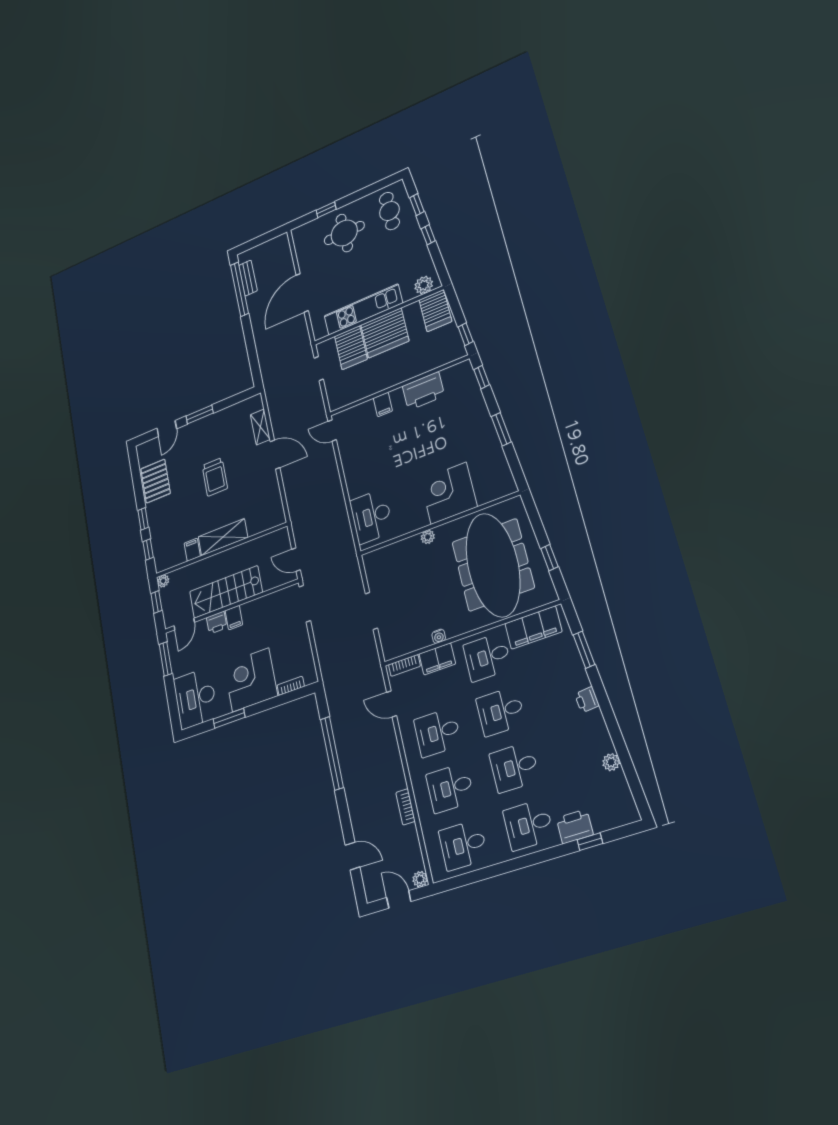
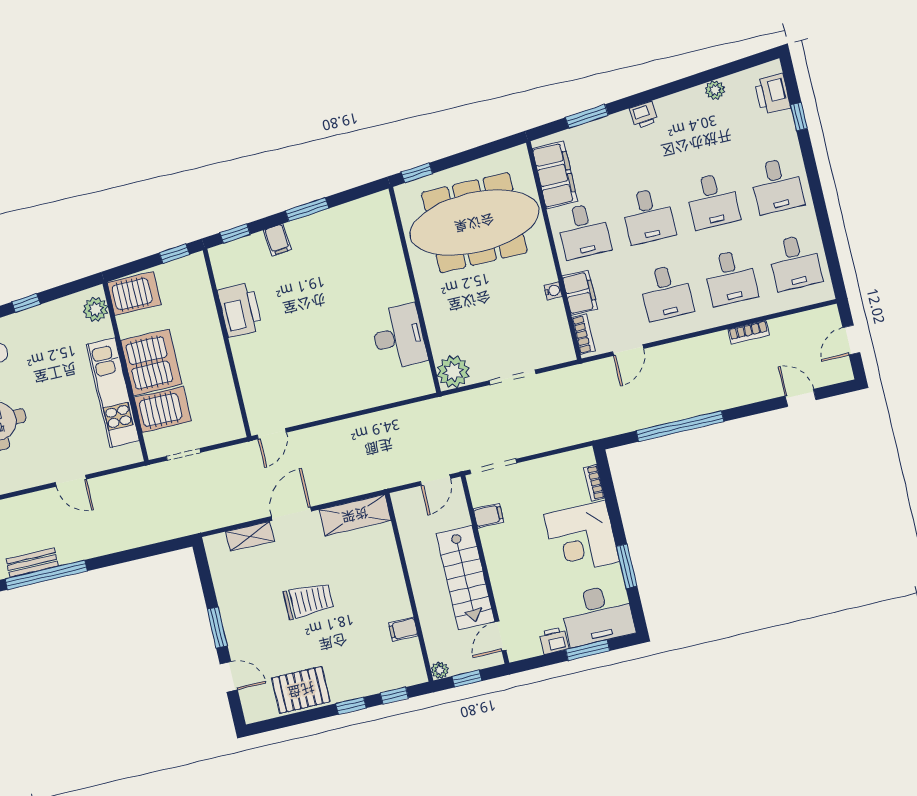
door: (302, 293) -> (71, 481), width x0.53
filing cabinet: (383, 404) -> (277, 240), moved, turned 85
corner desk: (449, 493) -> (378, 277), removed
desk: (371, 516) -> (399, 337), moved, turned -90
shelving: (223, 537) -> (355, 515), moved, turned 90
plant: (428, 537) -> (453, 372), moved, width x1.88, depth x1.88
window: (549, 558) -> (417, 173), moved
filing cabinet: (234, 618) -> (488, 516), moved
printer: (217, 623) -> (554, 640), moved, turned -90
door: (184, 624) -> (501, 636), swing flipped
window: (166, 659) -> (588, 650), moved
printer: (575, 826) -> (773, 94), moved
door: (353, 856) -> (801, 398), hinge flipped
plant: (420, 879) -> (830, 314), removed

